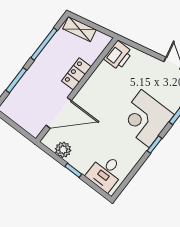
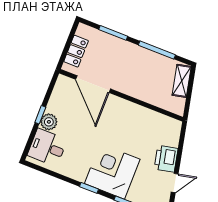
printer: (118, 55) -> (166, 159), moved, turned 78
locker: (76, 74) -> (76, 51), moved, turned 90
plant: (63, 150) -> (49, 122), moved

